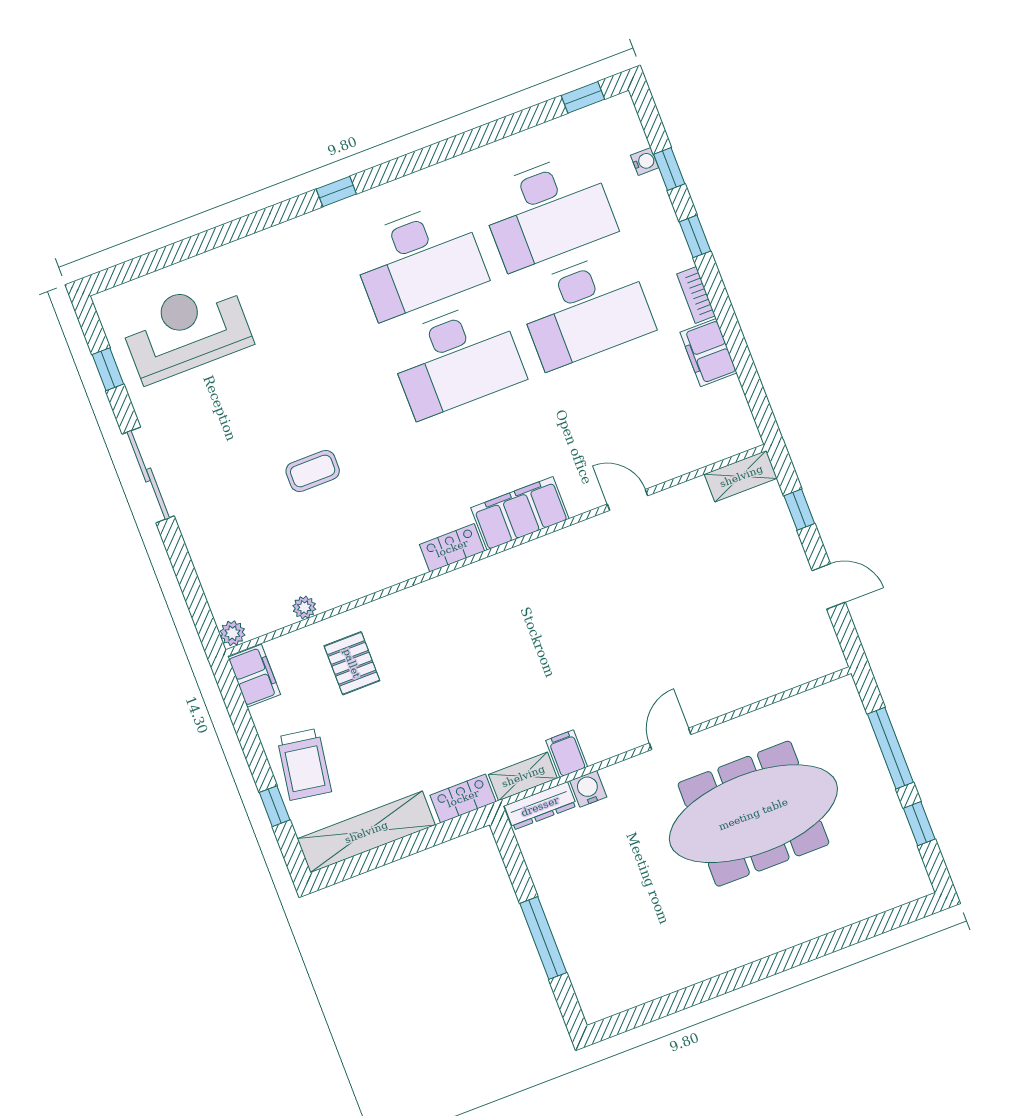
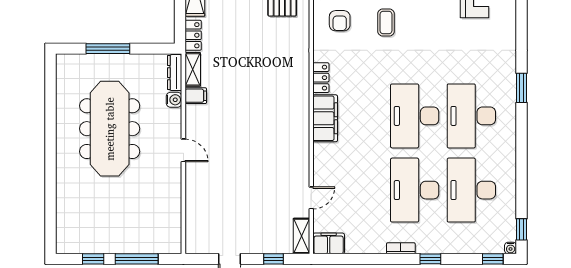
water cooler: (645, 162) -> (511, 248), moved
window: (669, 169) -> (493, 259), moved
window: (336, 191) -> (521, 88), width x1.50
filing cabinet: (708, 353) -> (329, 243), moved
door: (628, 500) -> (311, 198), moved
armchair: (340, 553) -> (340, 21), added
meeting table: (753, 814) -> (110, 129), moved

